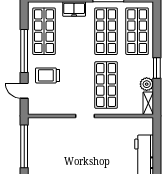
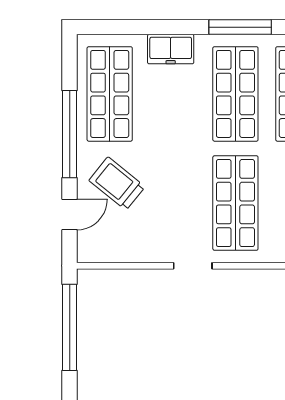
trolley: (48, 75) -> (117, 184), turned 39
door: (24, 91) -> (70, 215), swing flipped

